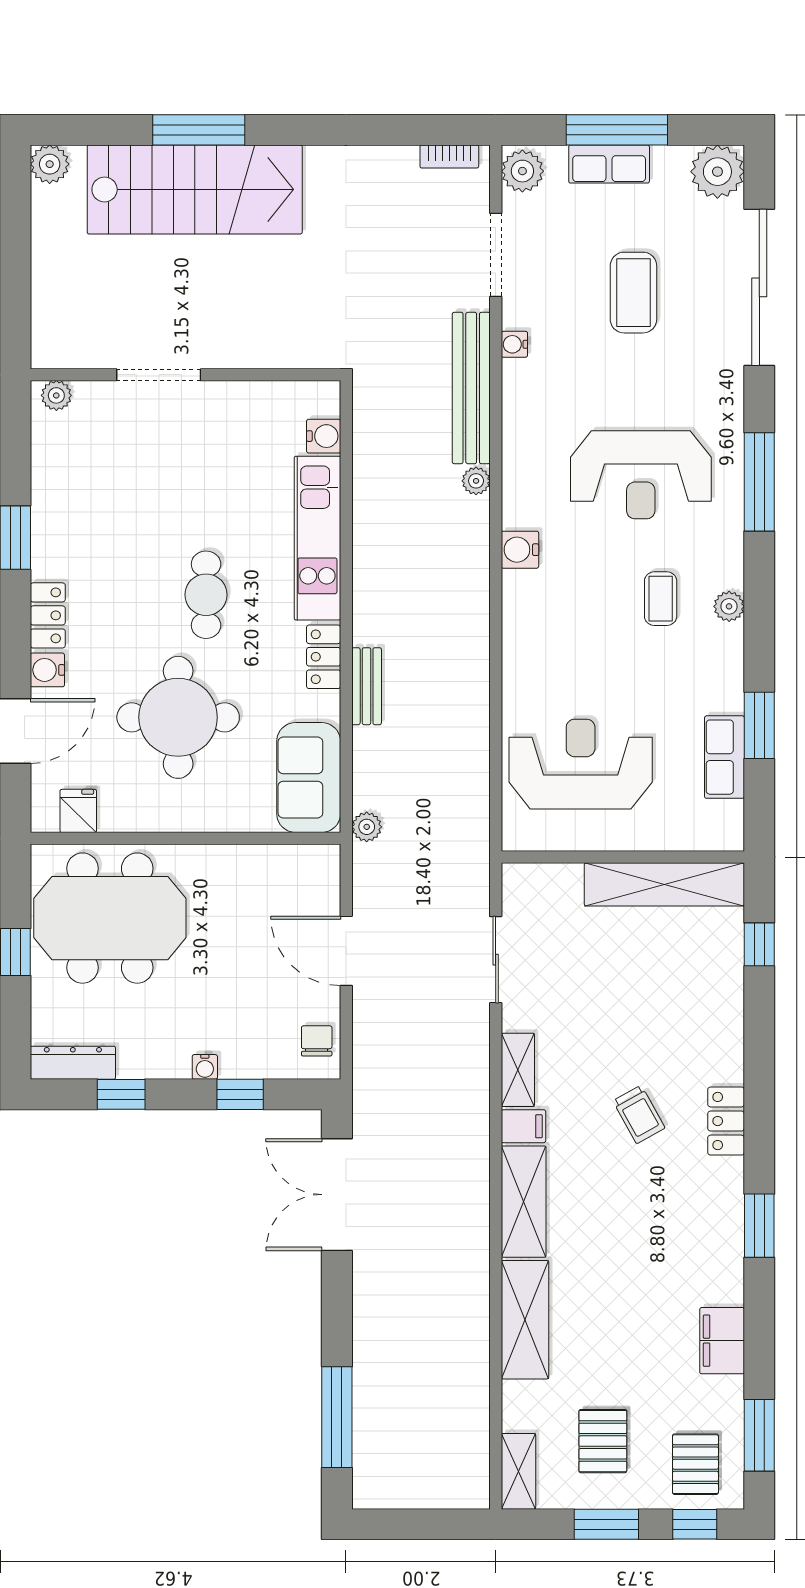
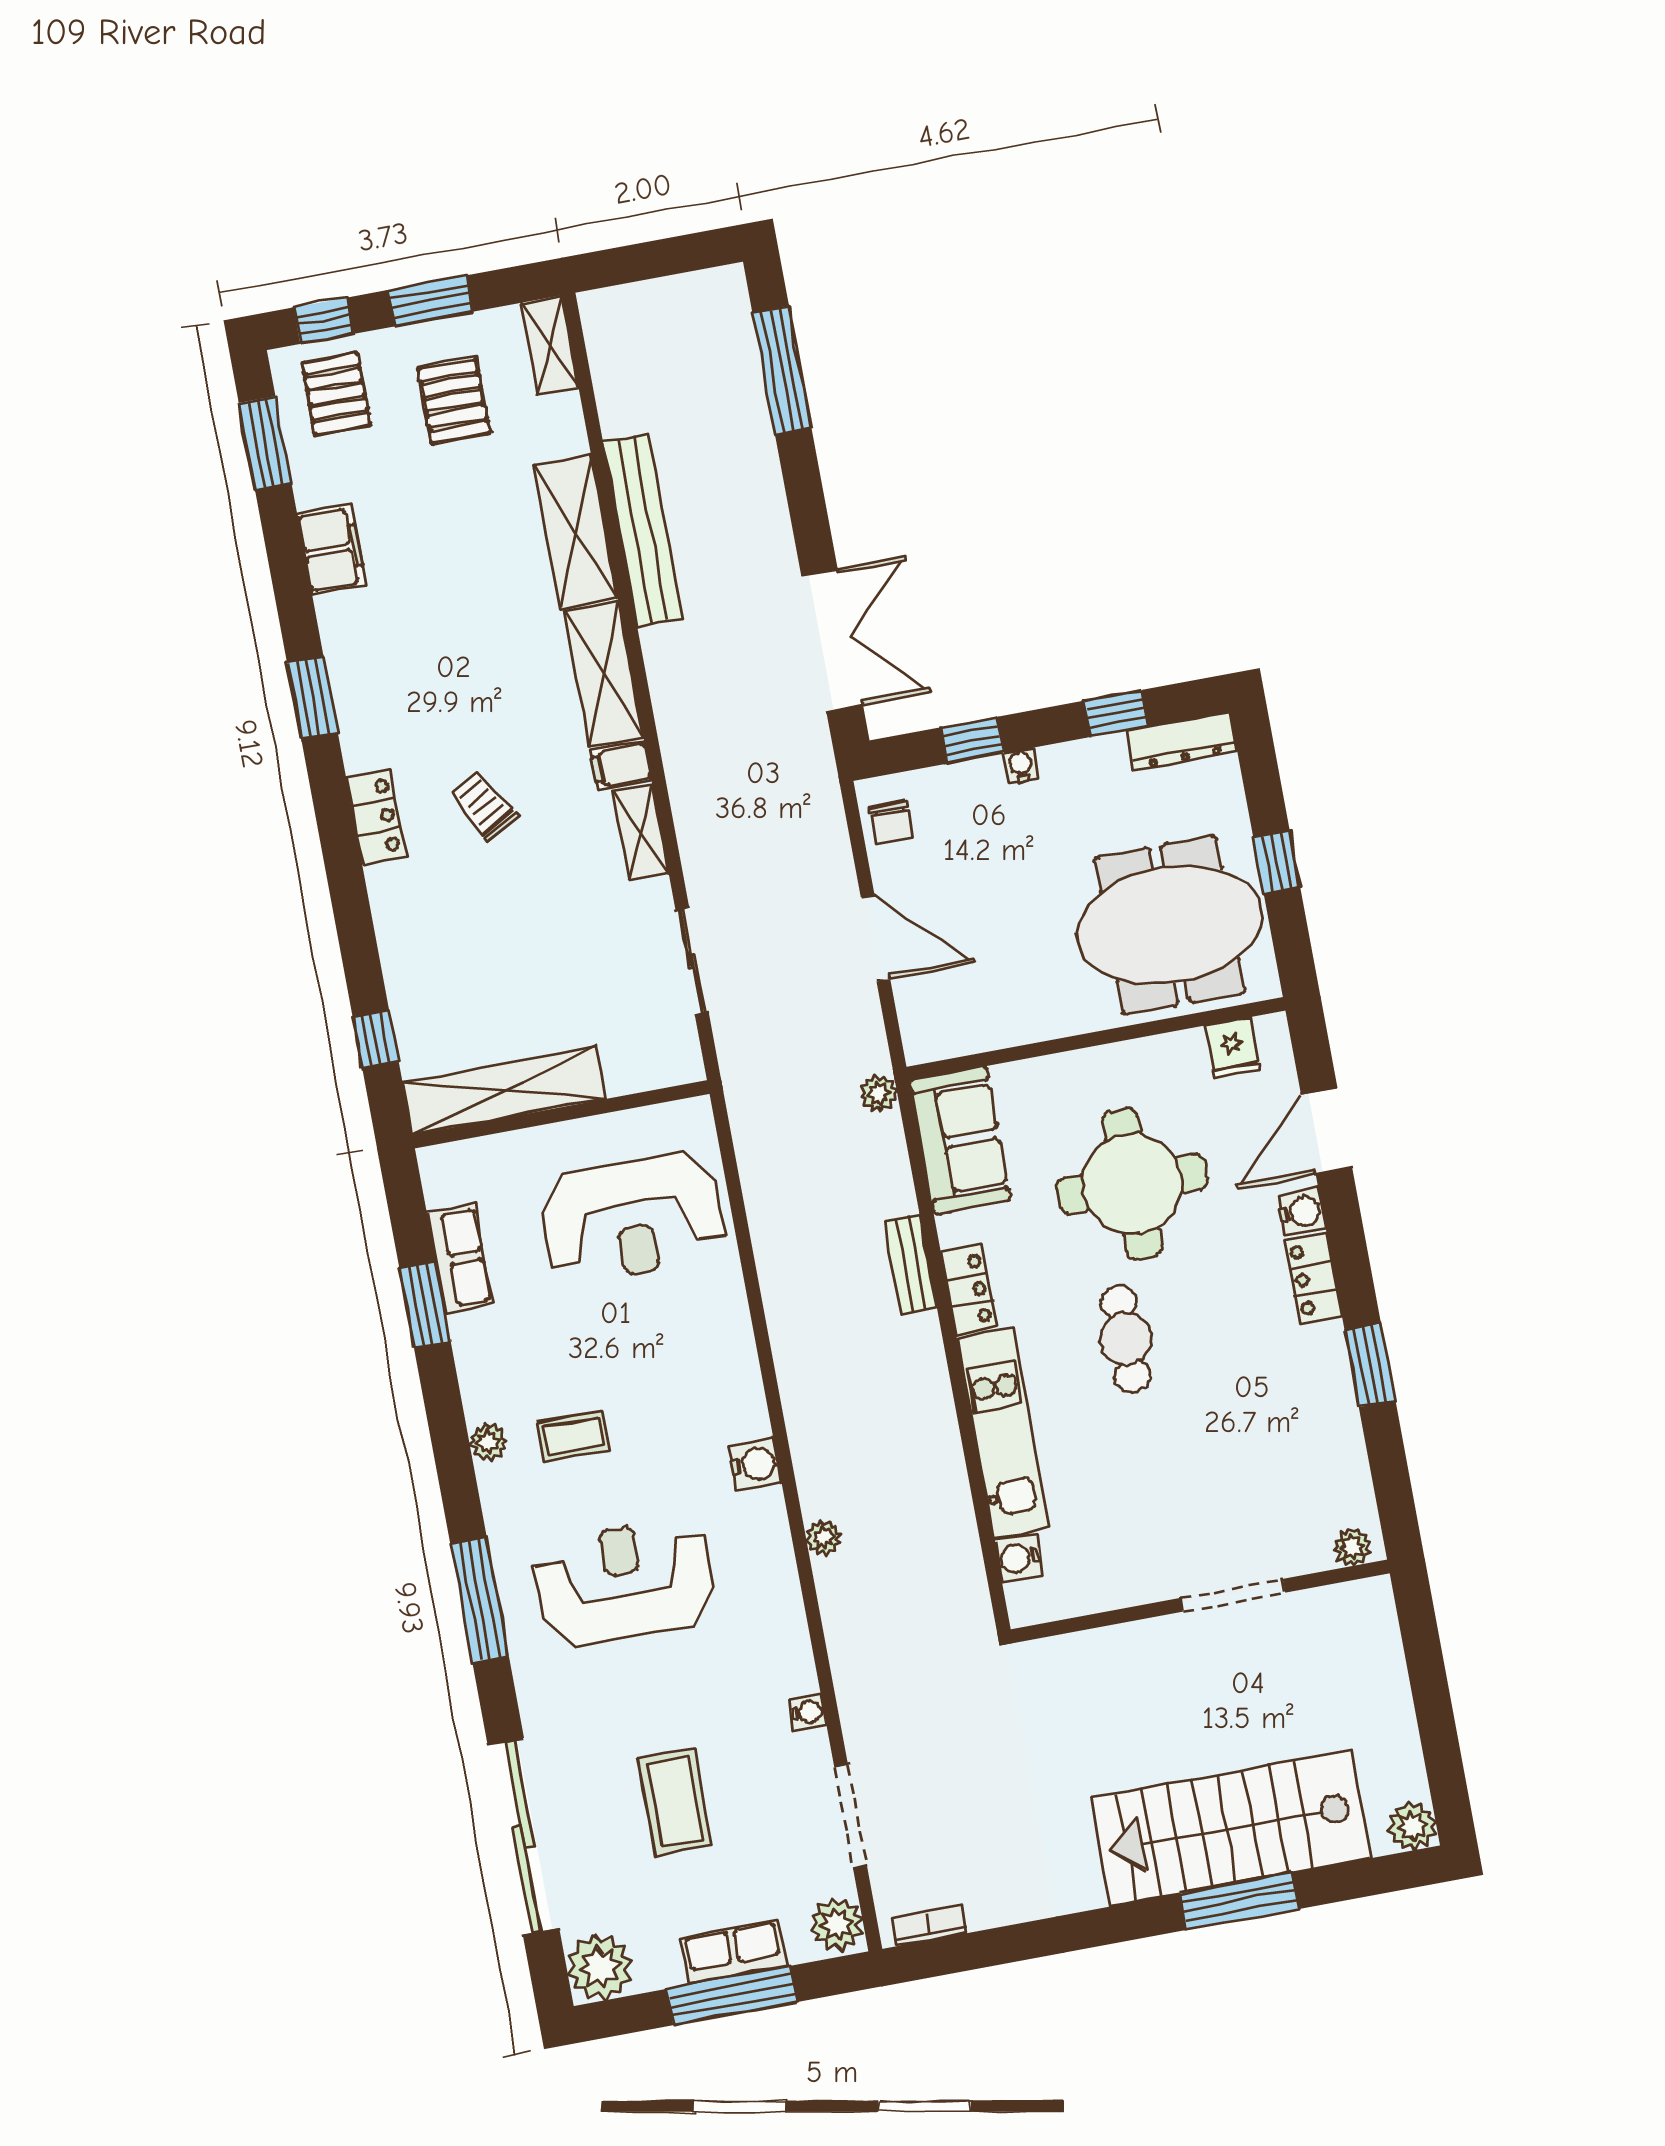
bench: (471, 388) -> (643, 530), moved
coffee table: (661, 599) -> (573, 1436), turned 90

